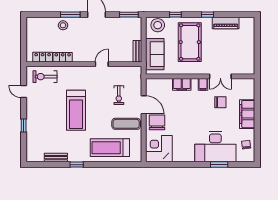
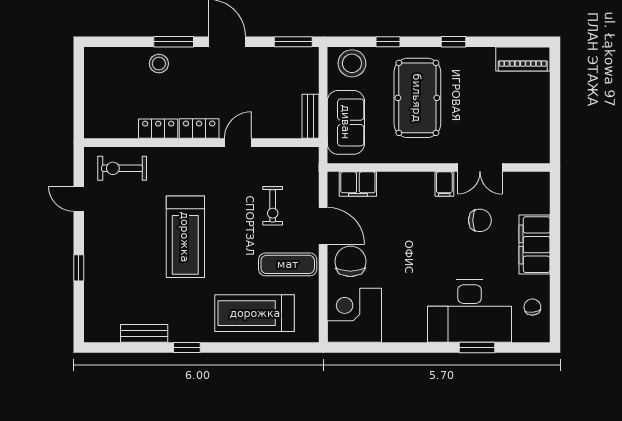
piano: (226, 23) -> (523, 59), moved
locker: (43, 57) -> (199, 129), moved
filing cabinet: (182, 84) -> (358, 184), moved

